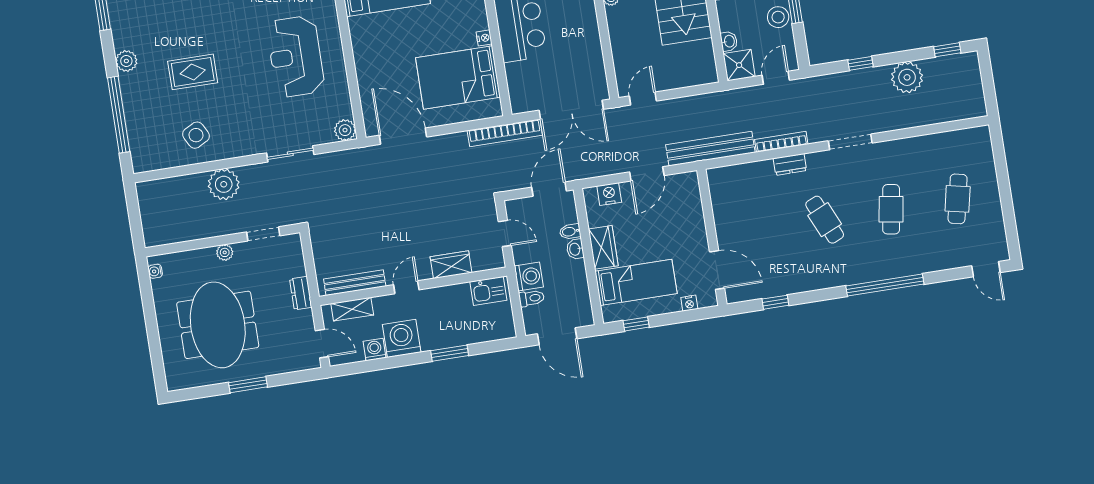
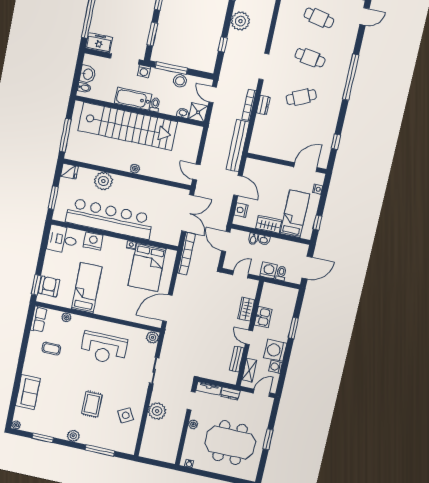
window: (119, 115) -> (100, 451), width x0.68
tv unit: (296, 255) -> (209, 388), added
bench: (355, 283) -> (237, 359), width x0.73
kitchen sink: (488, 291) -> (263, 317), moved

